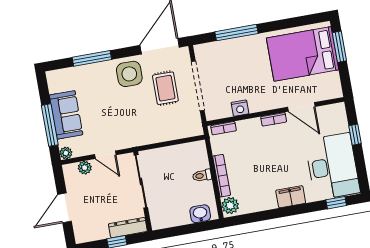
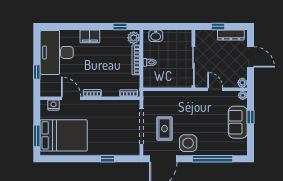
window: (237, 33) -> (107, 159), width x0.46
window: (92, 58) -> (213, 159), width x1.46
nightstand: (240, 108) -> (54, 105), moved
window: (50, 125) -> (251, 117), width x0.46
plant: (85, 168) -> (242, 83), moved
window: (336, 203) -> (120, 26), moved
door: (65, 208) -> (251, 57), hinge flipped
dresser: (128, 228) -> (231, 35), moved

